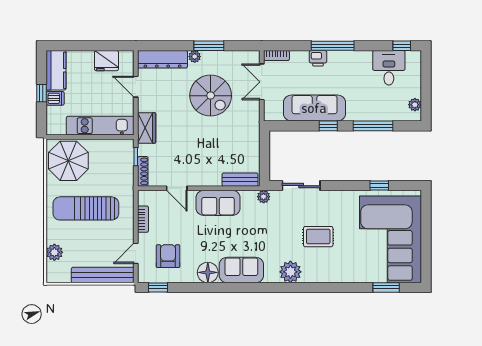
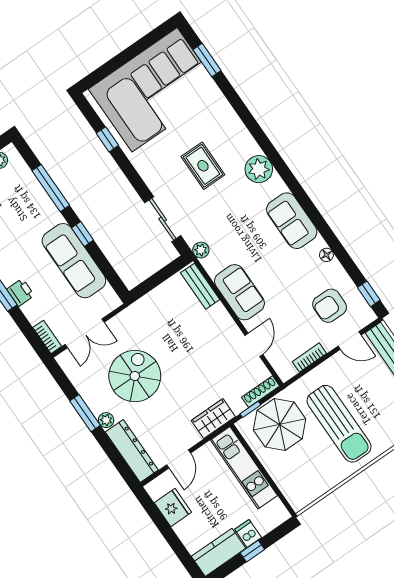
parasol: (68, 161) -> (280, 425), moved
floor lamp: (208, 272) -> (326, 255), width x0.53, depth x0.53

